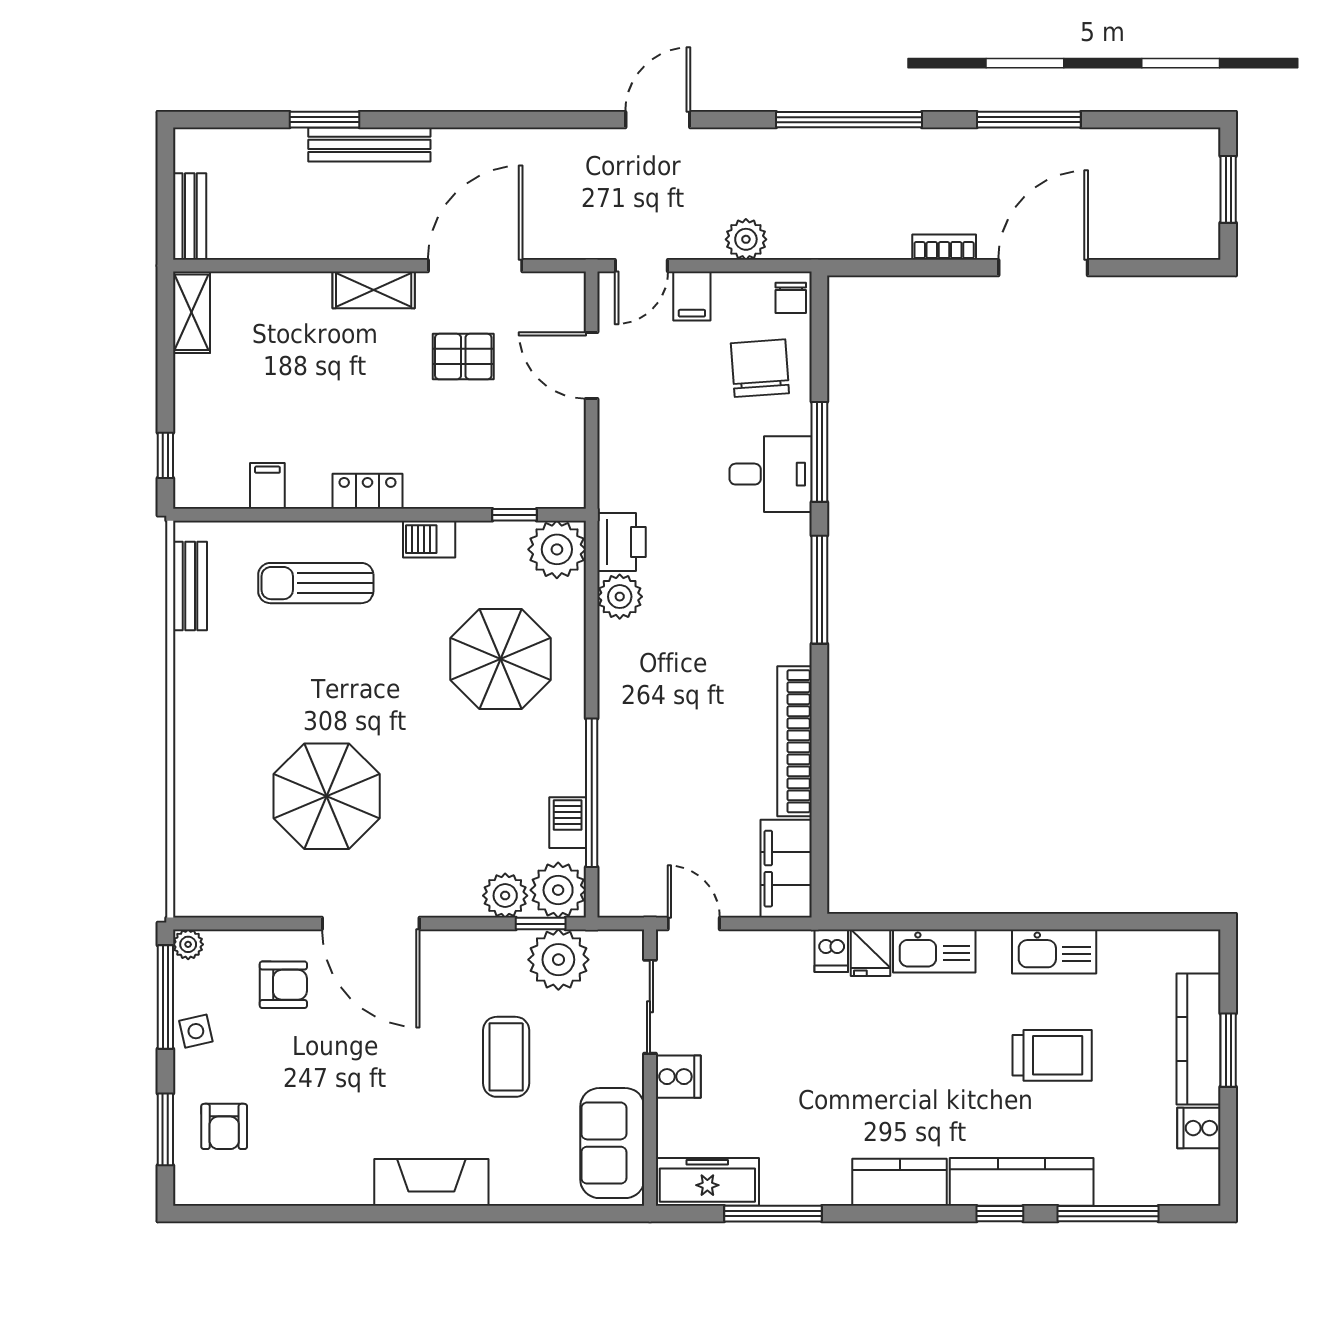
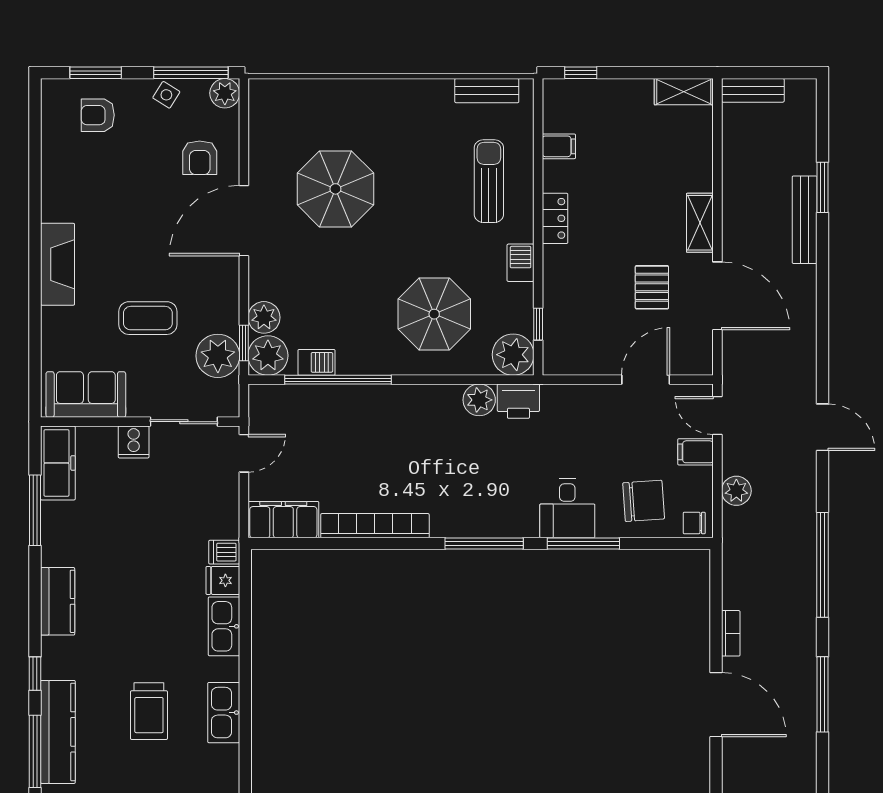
plant: (188, 944) -> (225, 93), width x1.38, depth x1.38
side table: (196, 1031) -> (166, 95), turned 45
kitchen counter: (1022, 1182) -> (58, 732), moved

